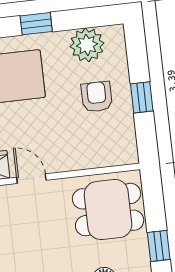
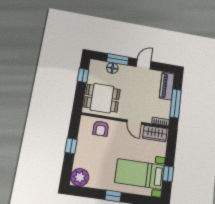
plant: (87, 45) -> (80, 177), moved
armchair: (97, 97) -> (101, 128), moved

